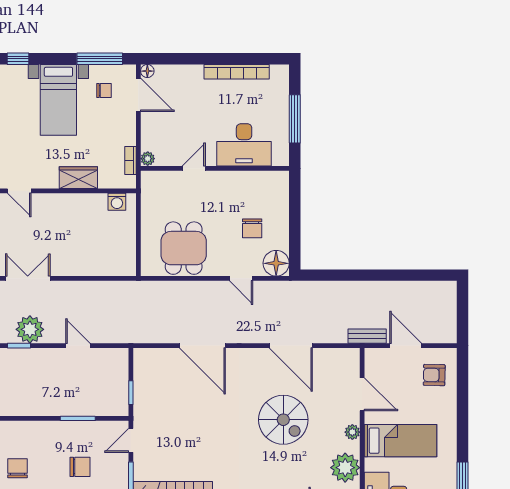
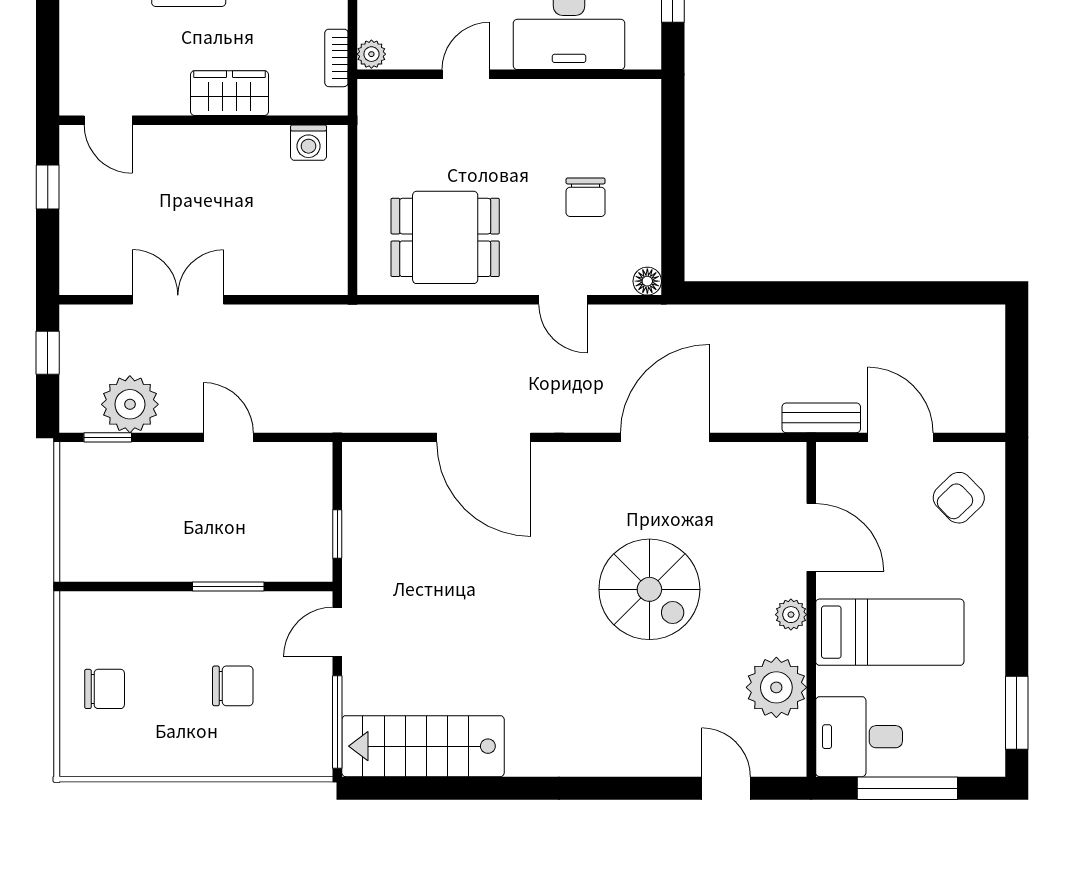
dining table: (184, 248) -> (445, 237), turned 90
floor lamp: (276, 263) -> (647, 281), width x0.53, depth x0.53
double door: (28, 278) -> (178, 300), moved
door: (291, 346) -> (665, 437), swing flipped
armchair: (434, 375) -> (959, 498), turned -45
chair: (17, 468) -> (105, 689), turned 90

